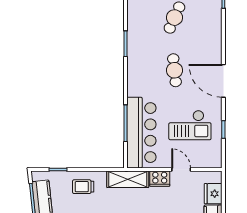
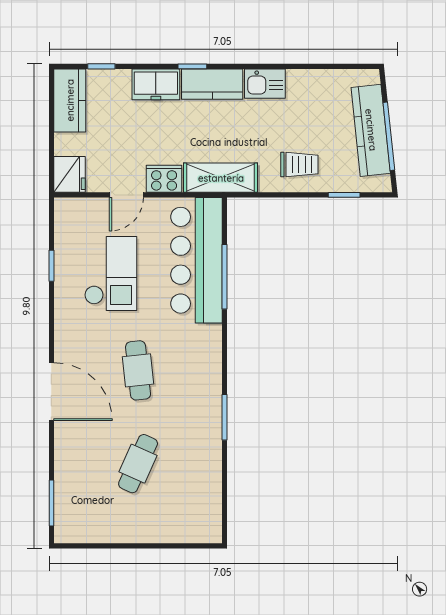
door: (223, 81) -> (51, 392), moved
checkout: (190, 125) -> (111, 273), turned 90
door: (181, 169) -> (126, 195), hinge flipped
fridge: (213, 194) -> (70, 174), moved

